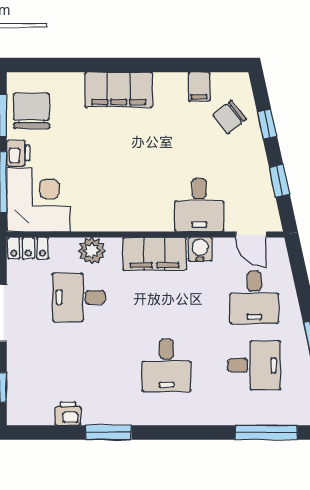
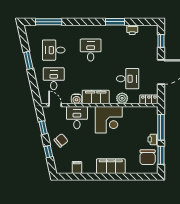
chair: (230, 117) -> (61, 140), moved
corner desk: (39, 200) -> (109, 120), moved, turned -90

